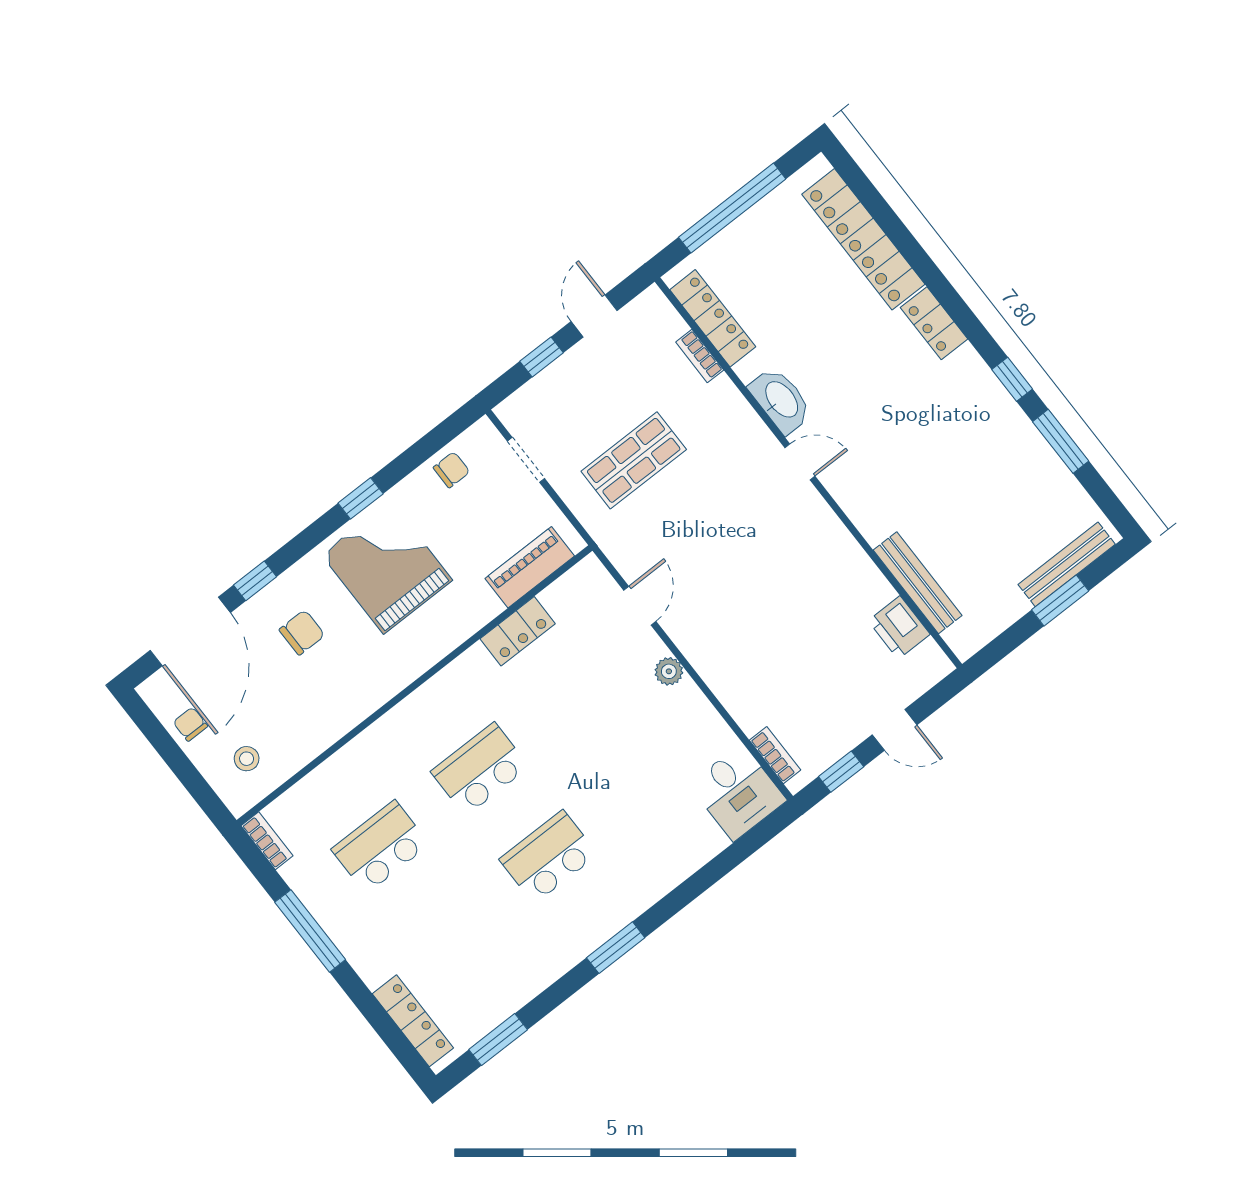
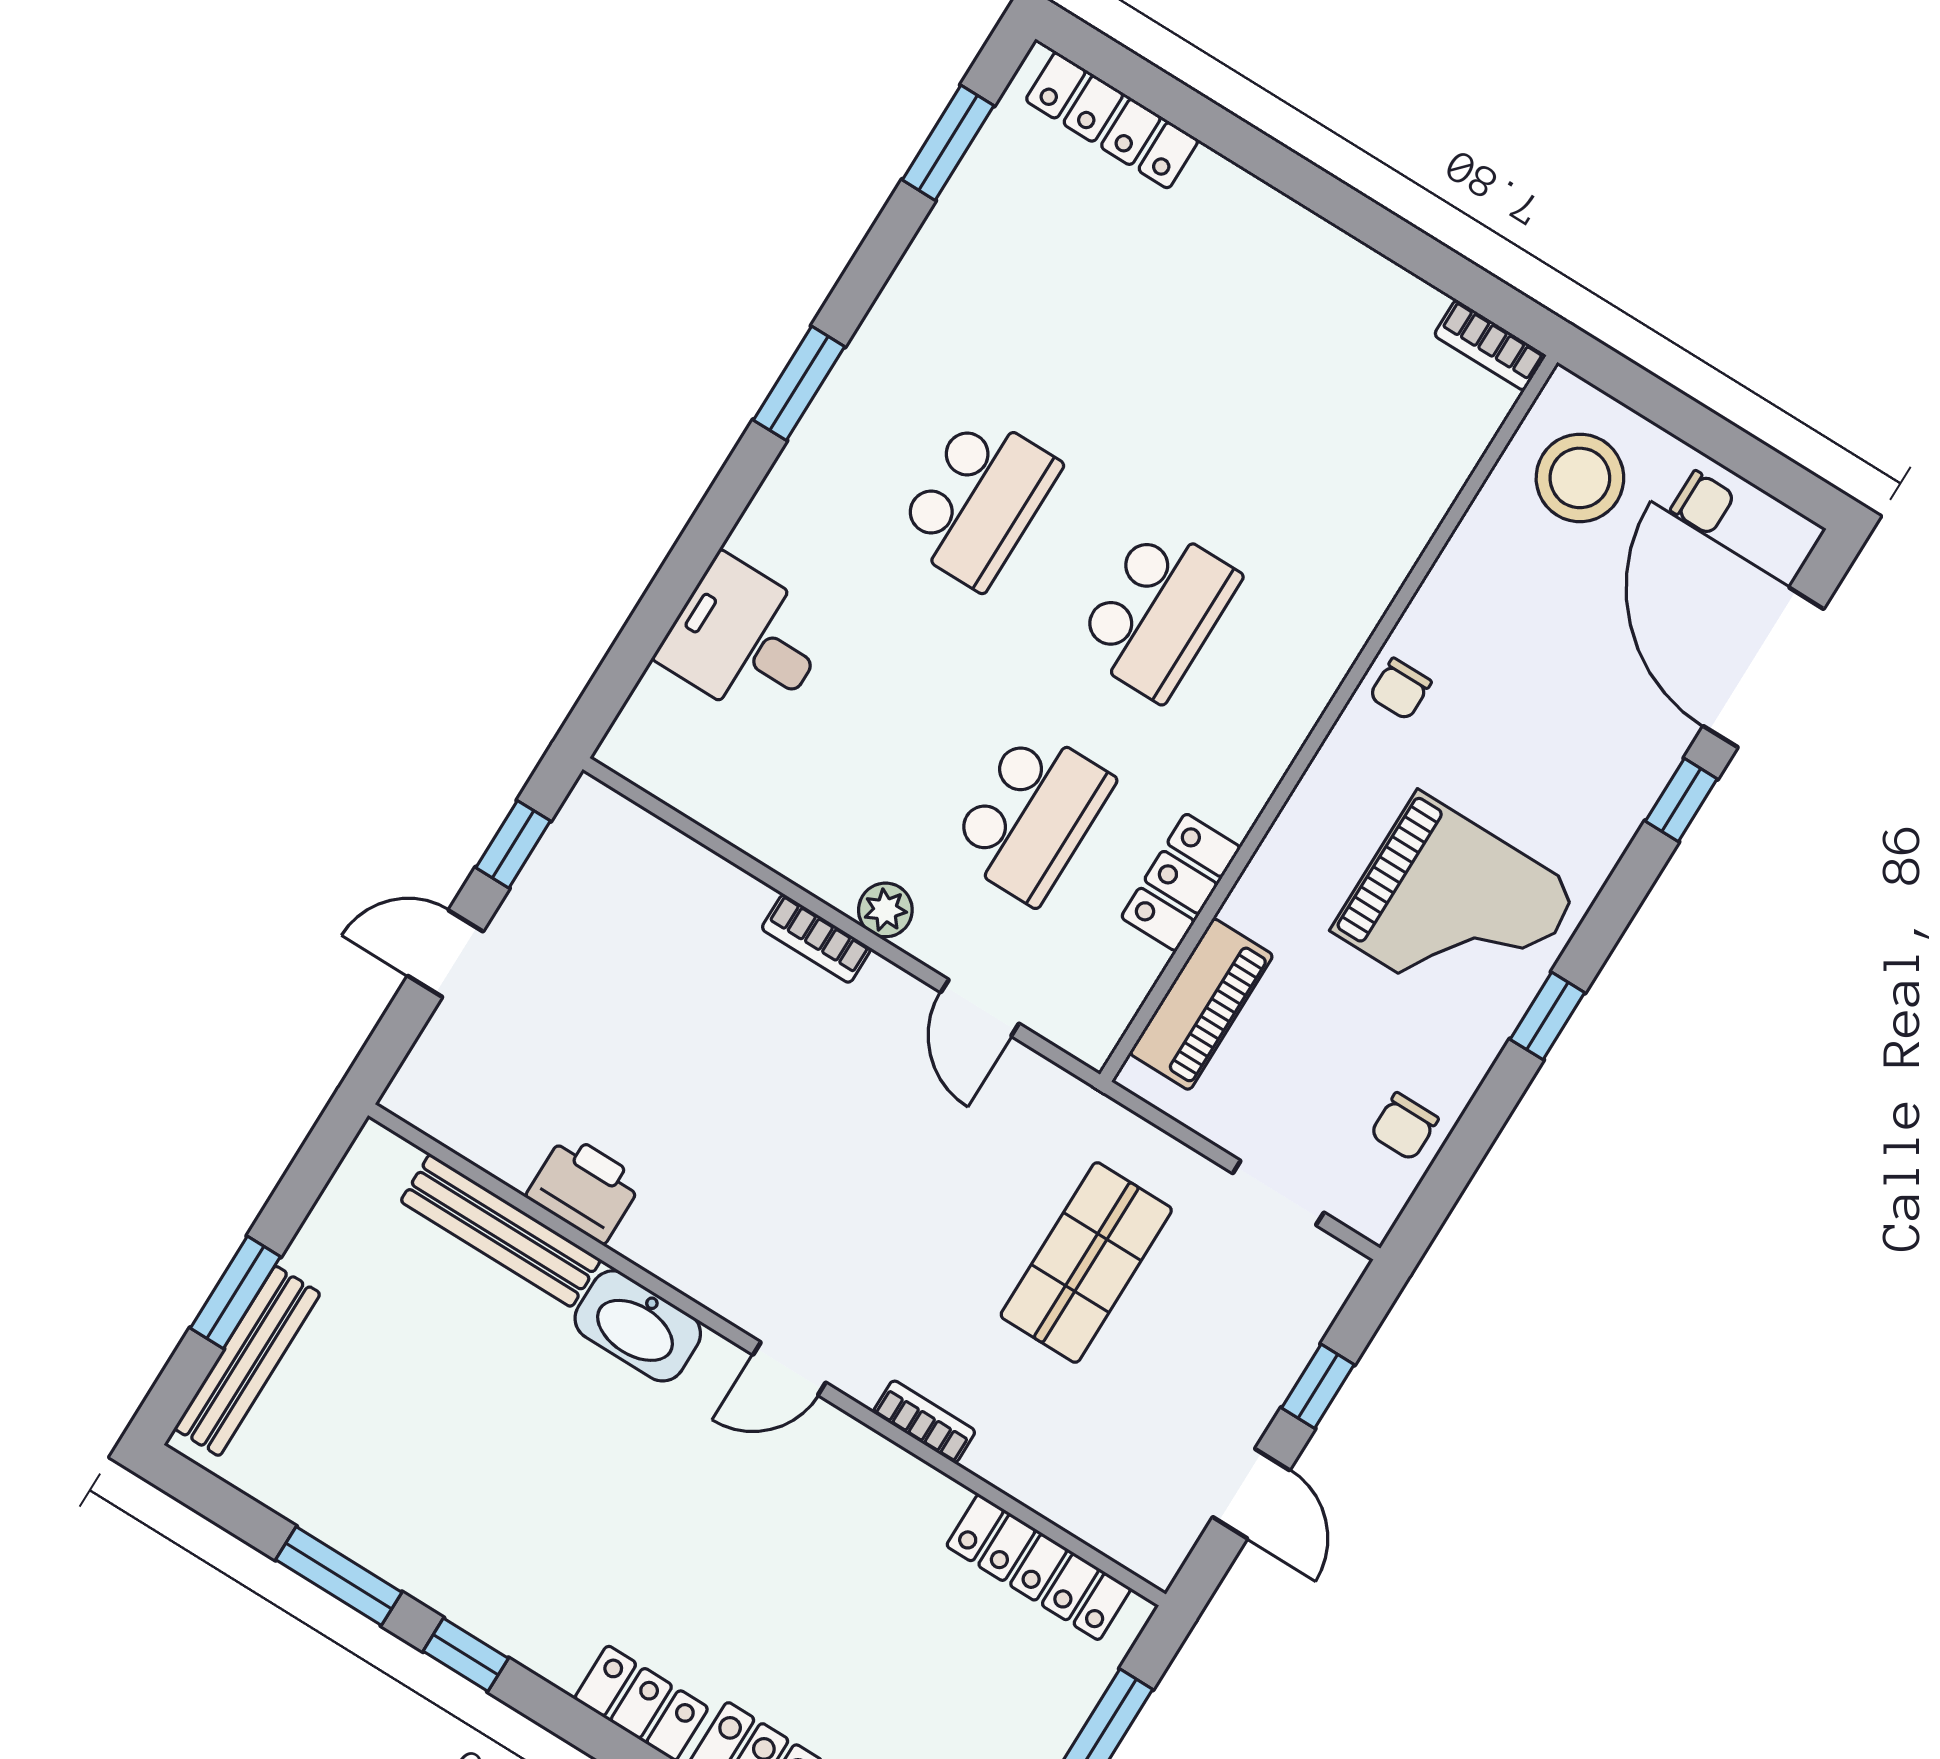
bookcase: (700, 356) -> (924, 1422), moved
washbasin: (781, 400) -> (638, 1326), moved
printer: (899, 628) -> (585, 1188), moved
chair: (302, 632) -> (1400, 689), moved, width x0.73, depth x0.73
bookcase: (775, 755) -> (816, 939), moved
stool: (247, 759) -> (1580, 478), width x1.89, depth x1.89
desk: (738, 792) -> (745, 641), moved
school desk: (380, 847) -> (1032, 816), moved
window: (310, 931) -> (1354, 213), removed

